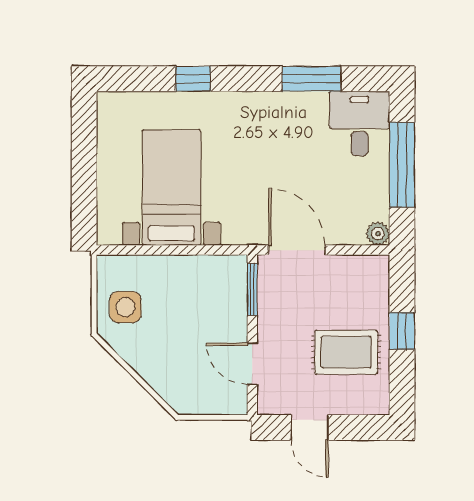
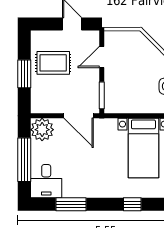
plant: (378, 234) -> (42, 130), width x1.87, depth x1.87
window: (402, 331) -> (24, 74), width x1.50
door: (252, 364) -> (102, 57), swing flipped

